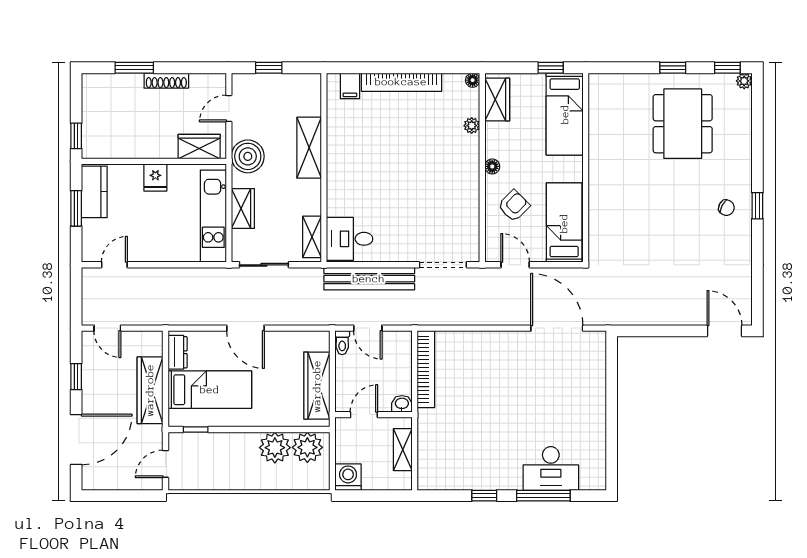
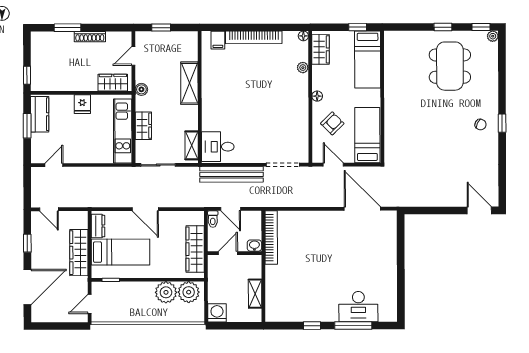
boiler: (248, 156) -> (141, 89), width x0.54, depth x0.54
washbasin: (402, 404) -> (254, 246), moved
door: (364, 415) -> (228, 253), moved
wall: (373, 415) -> (235, 253), moved

